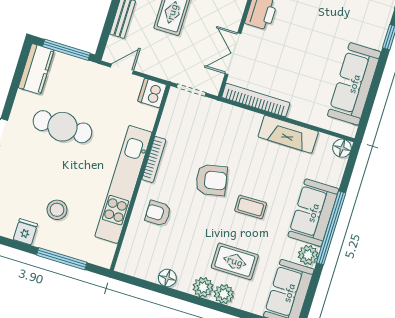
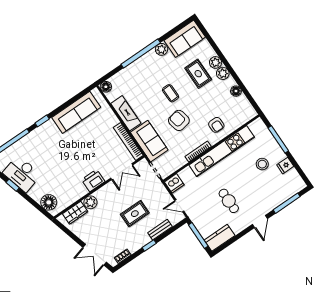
cafe table: (62, 127) -> (229, 201), width x0.73, depth x0.74
sofa: (313, 213) -> (149, 141), moved, turned -90

